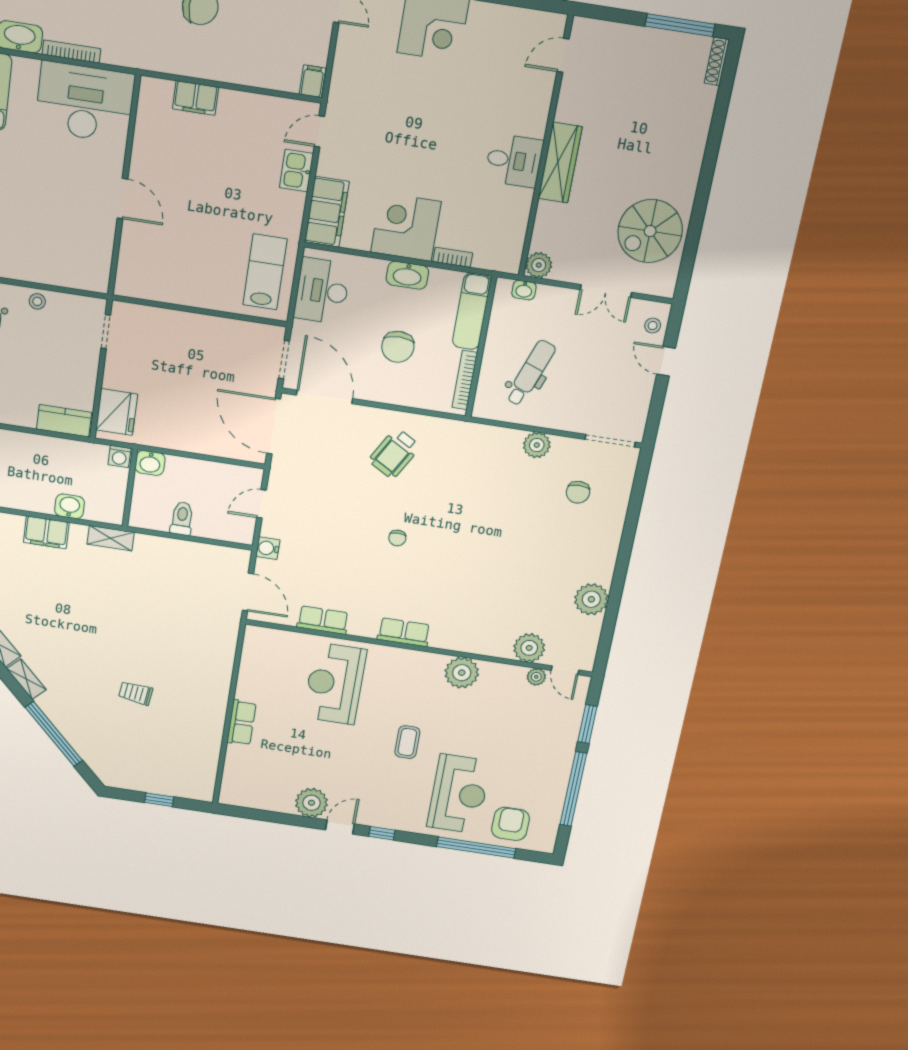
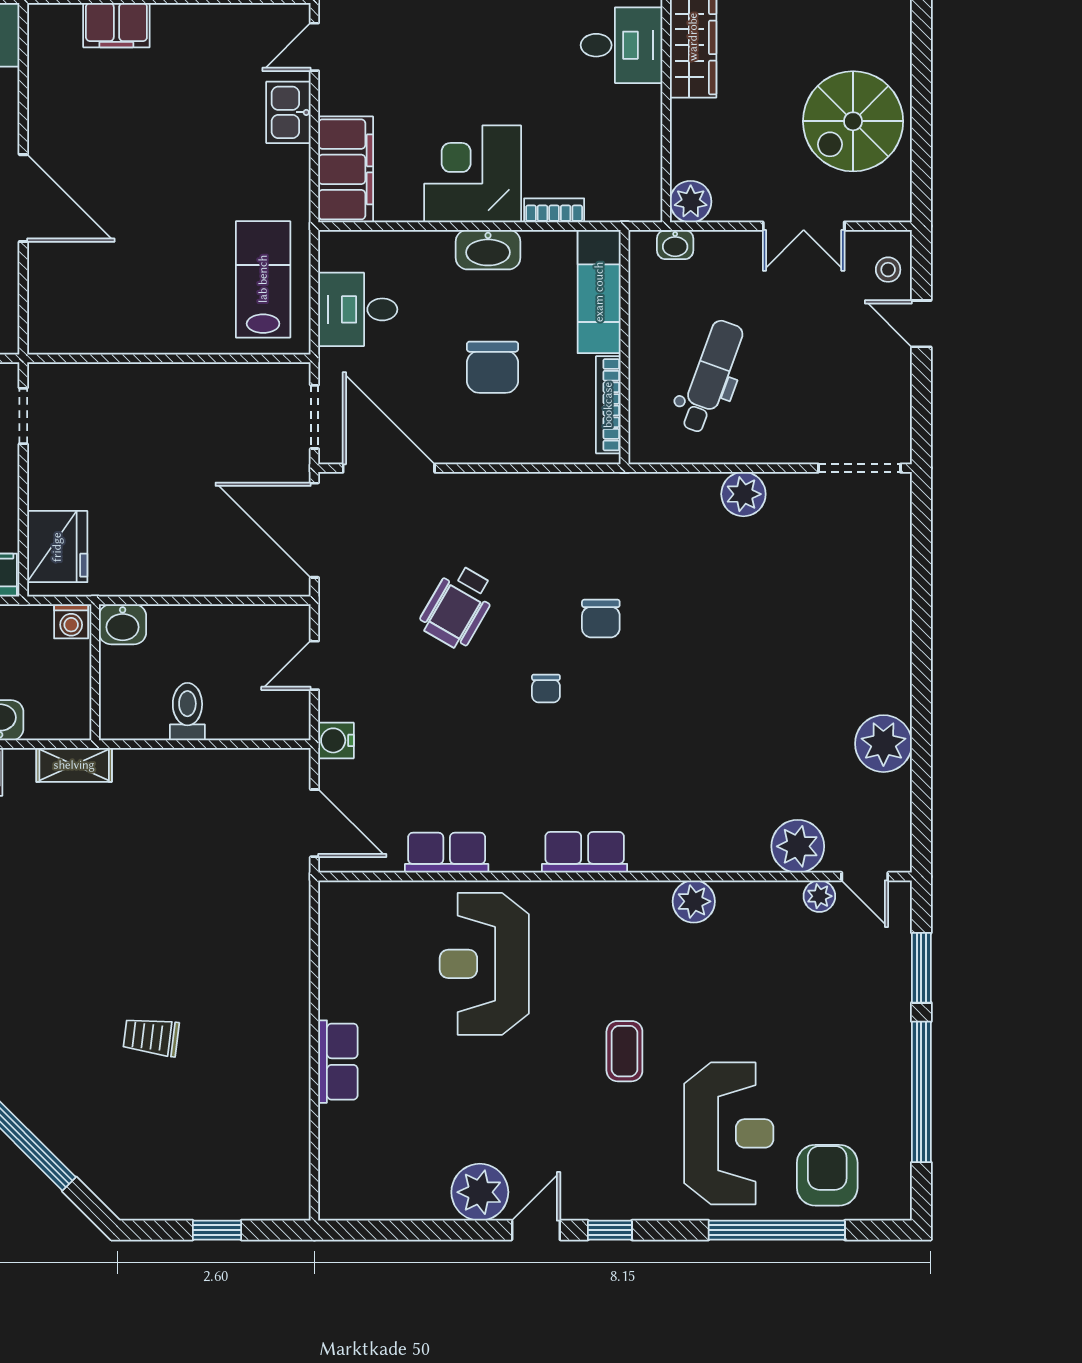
door: (122, 199) -> (23, 198), width x1.36
desk: (322, 291) -> (358, 309), width x0.73
wheelchair: (394, 453) -> (458, 607), moved
chair: (578, 492) -> (601, 619), moved
plant: (462, 673) -> (694, 901), width x0.73, depth x0.73

